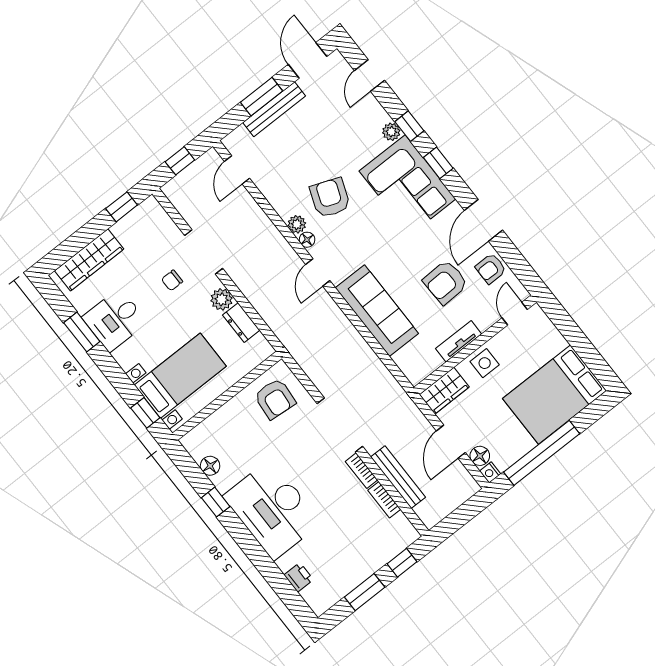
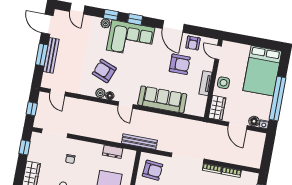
doorway: (204, 252) -> (55, 133), moved
armchair: (445, 282) -> (180, 64), turned -88
plant: (222, 299) -> (97, 149), removed
bench: (398, 477) -> (139, 142), moved

